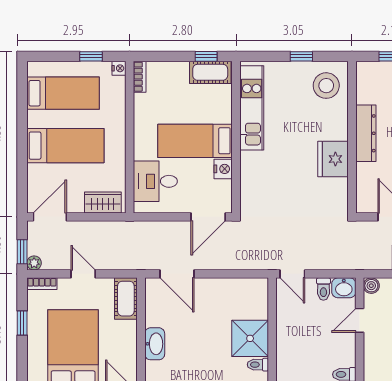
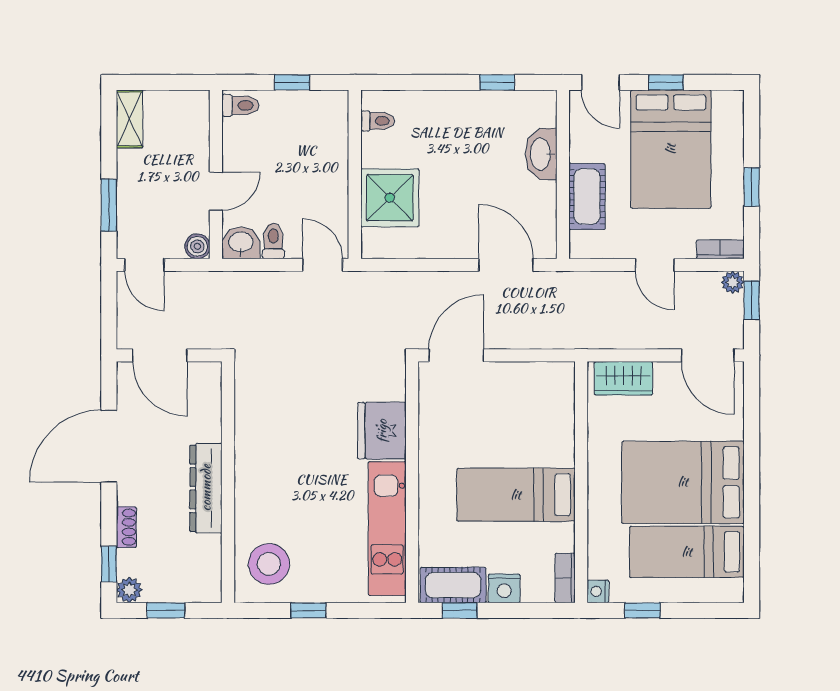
bed: (195, 141) -> (516, 495), moved, turned 180
bed: (65, 146) -> (683, 482), width x1.50
fridge: (333, 159) -> (382, 431), moved, turned 180
nightstand: (223, 169) -> (504, 588), moved, turned -90
desk: (155, 181) -> (540, 412), removed
door: (50, 217) -> (708, 355), hinge flipped
cot: (126, 299) -> (587, 196), moved
shower: (250, 338) -> (390, 198), moved

